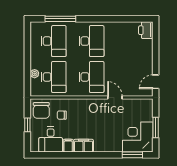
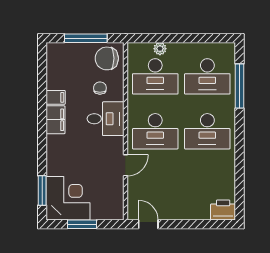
window: (27, 125) -> (86, 38), width x2.17
desk: (51, 139) -> (106, 119), moved, turned 180

